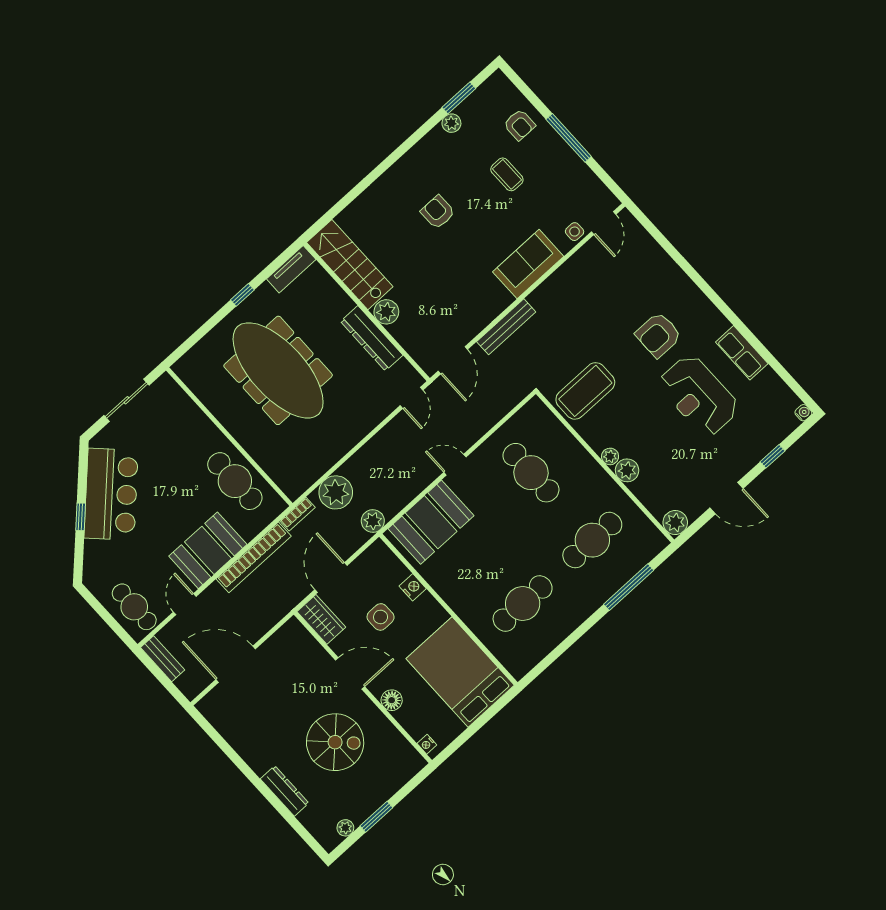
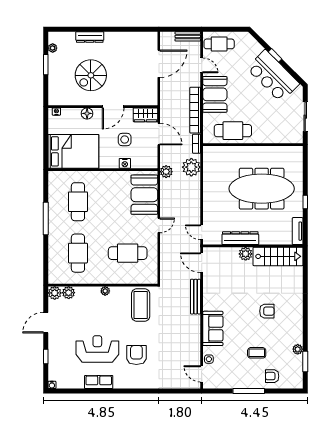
plant: (627, 470) -> (69, 293), moved
window: (629, 587) -> (46, 219), moved

